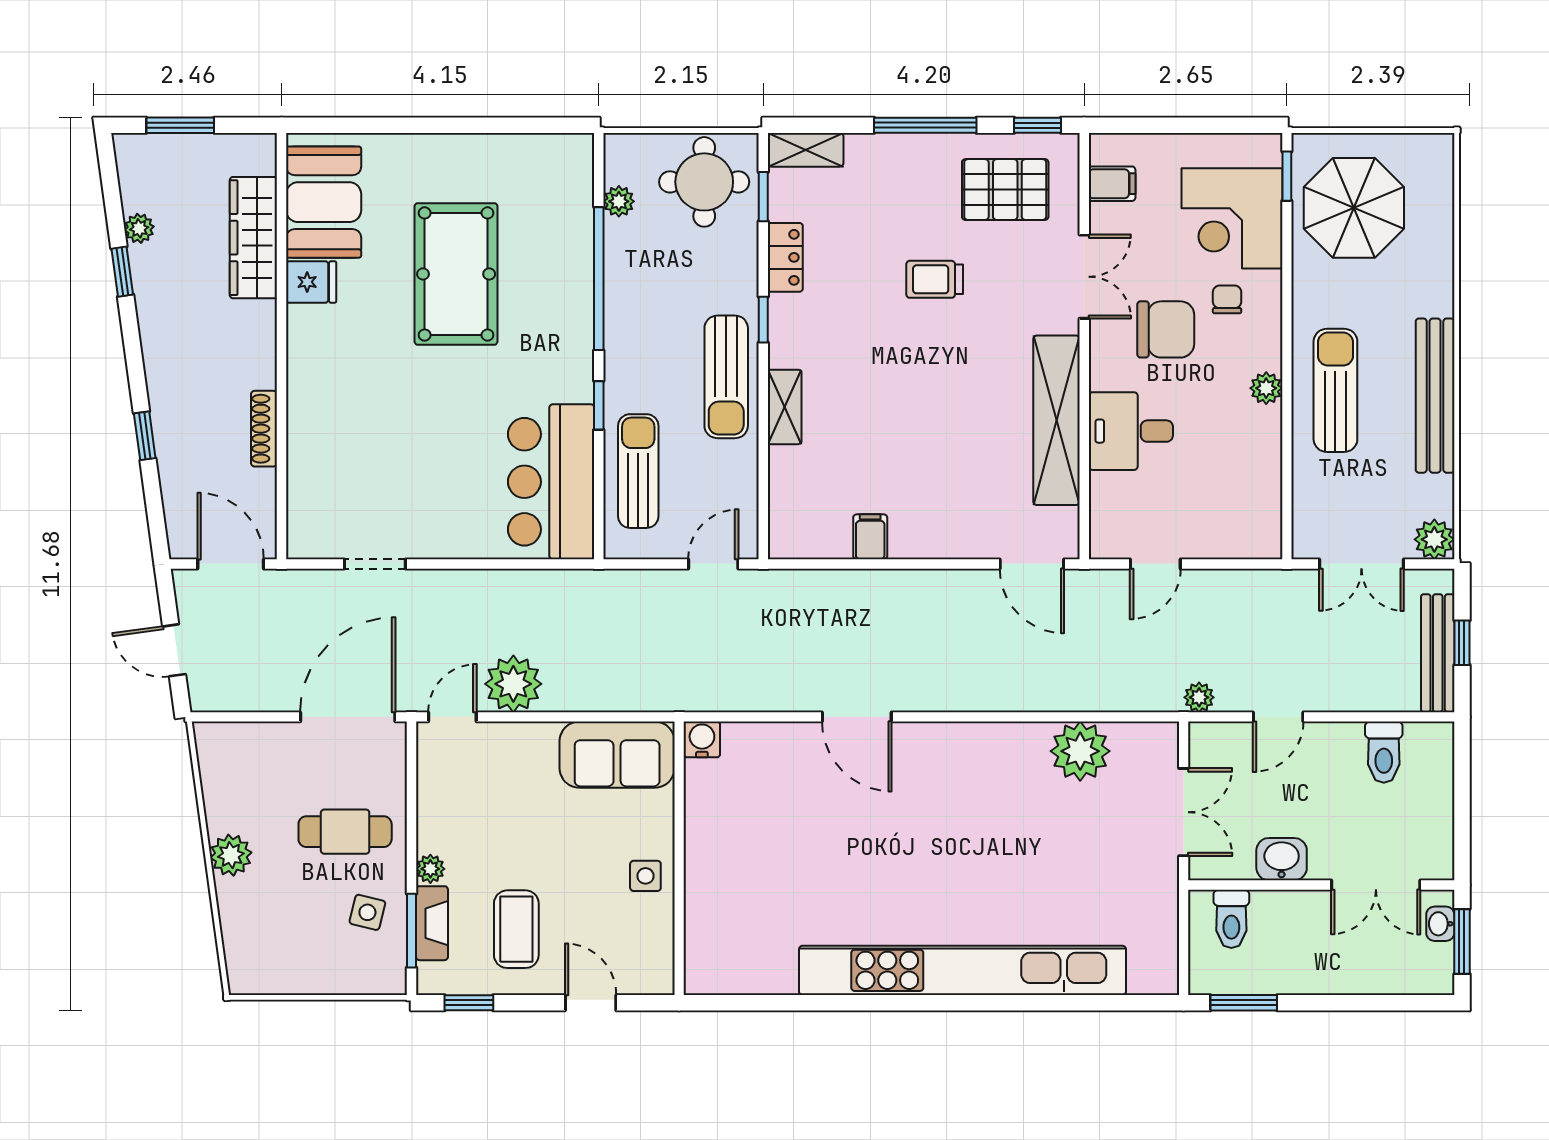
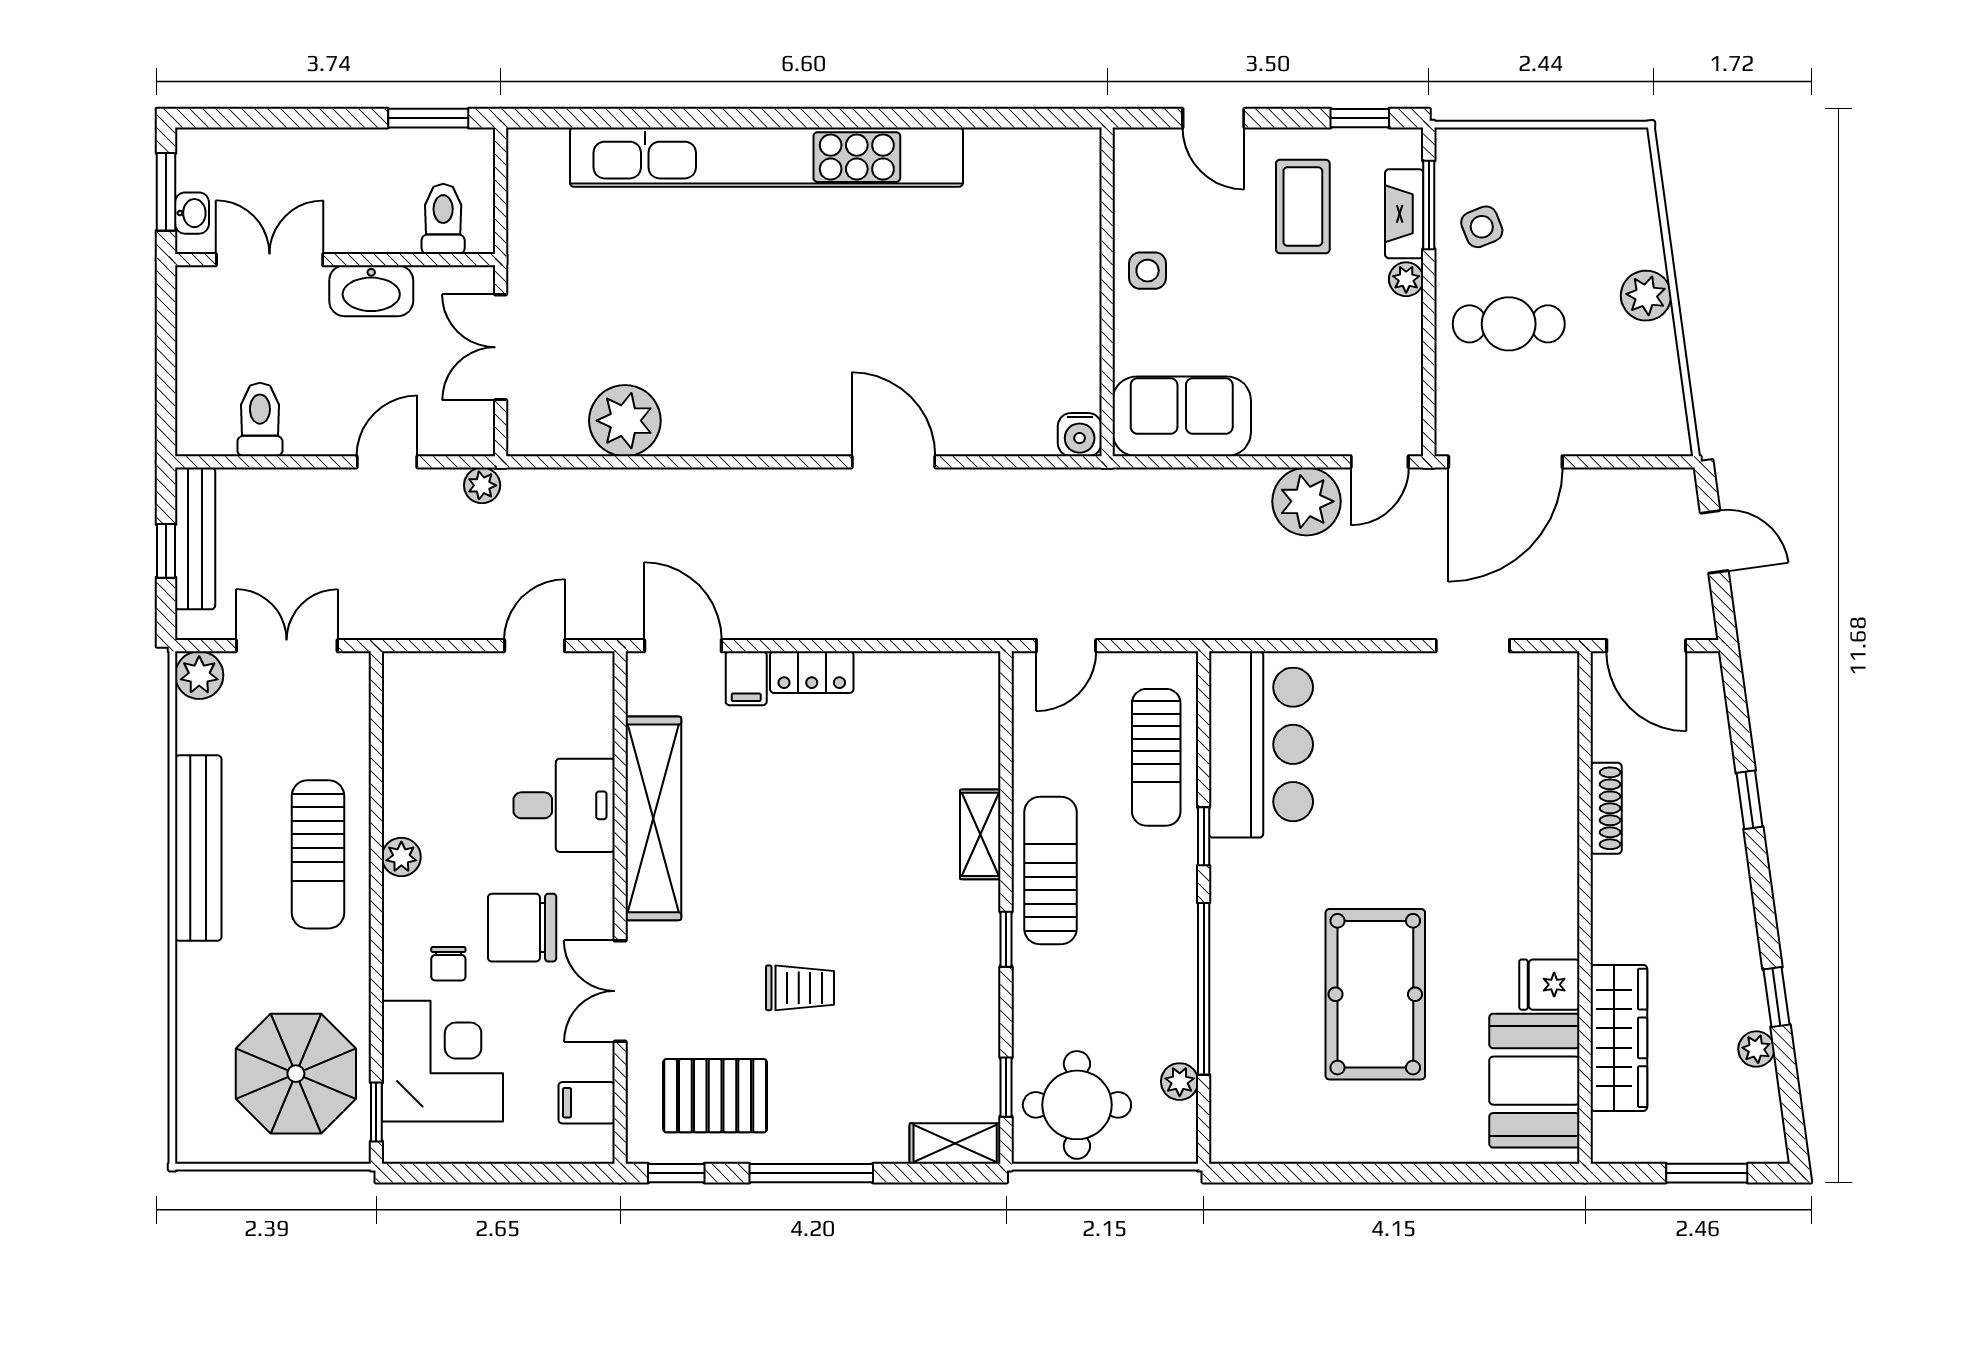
locker: (785, 257) -> (812, 672), moved, turned -90
filing cabinet: (870, 537) -> (746, 678), moved
washbasin: (1282, 859) -> (371, 291), width x1.38
side table: (367, 912) -> (1482, 227), turned -36

